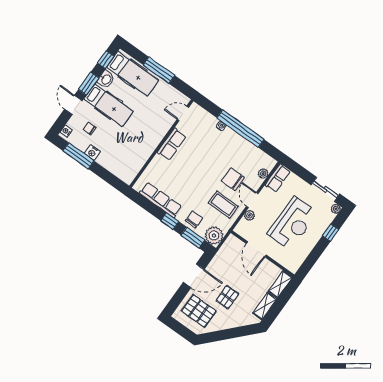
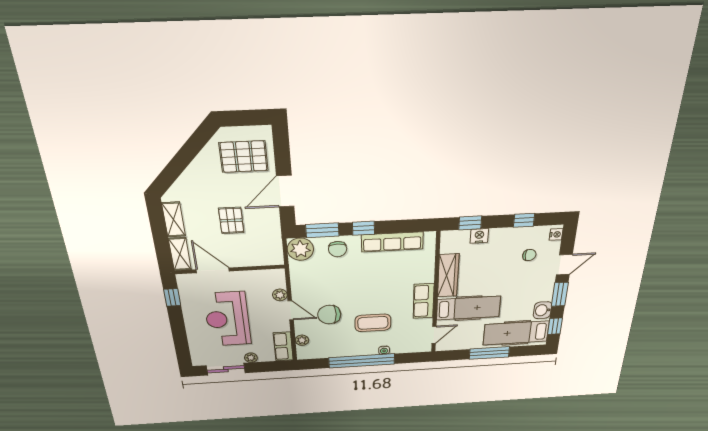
door: (73, 105) -> (564, 265), hinge flipped
hospital bed: (109, 105) -> (468, 308), moved, turned 180
wardrobe: (145, 151) -> (448, 276), added
nightstand: (92, 153) -> (479, 236), moved
window: (79, 156) -> (524, 220), width x0.46
window: (109, 178) -> (470, 223), added
chair: (233, 179) -> (329, 315), turned 180
coffee table: (223, 205) -> (373, 323), moved
plant: (336, 209) -> (251, 358), moved
window: (331, 233) -> (172, 297), moved
door: (256, 249) -> (213, 270), moved
pallet: (227, 297) -> (231, 220), moved

